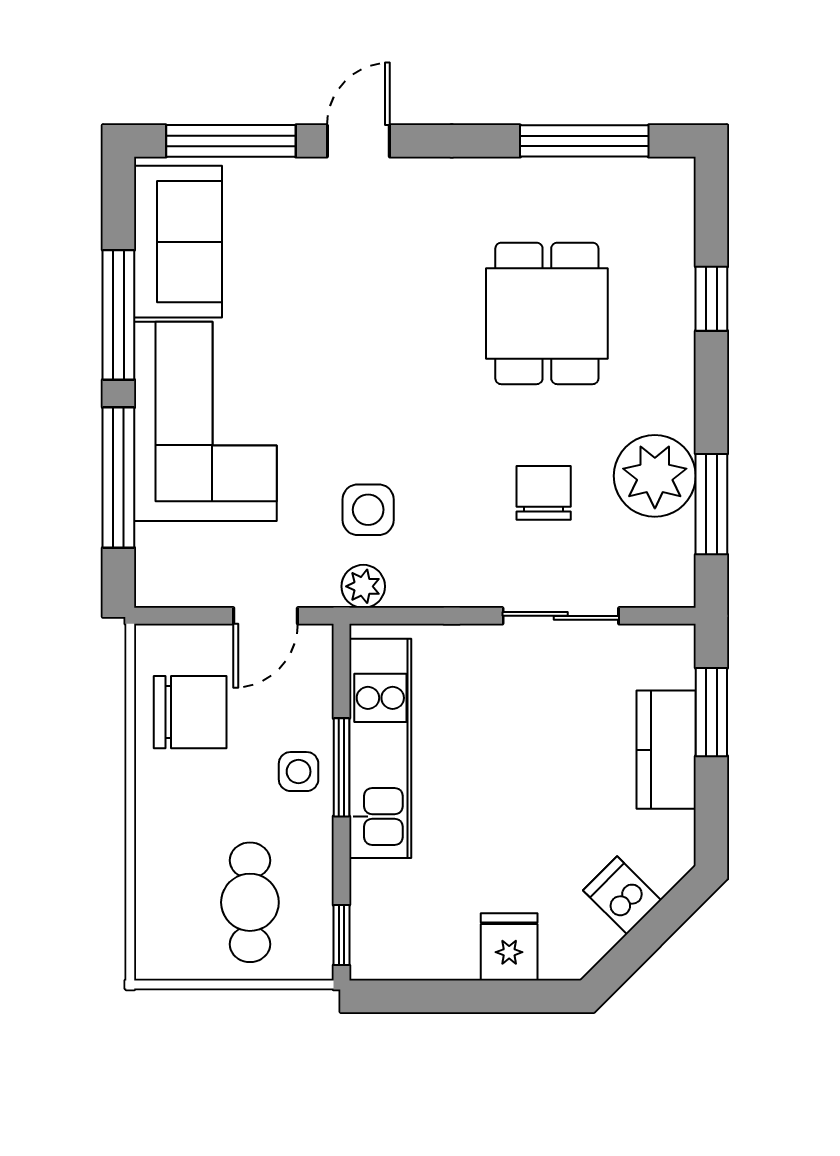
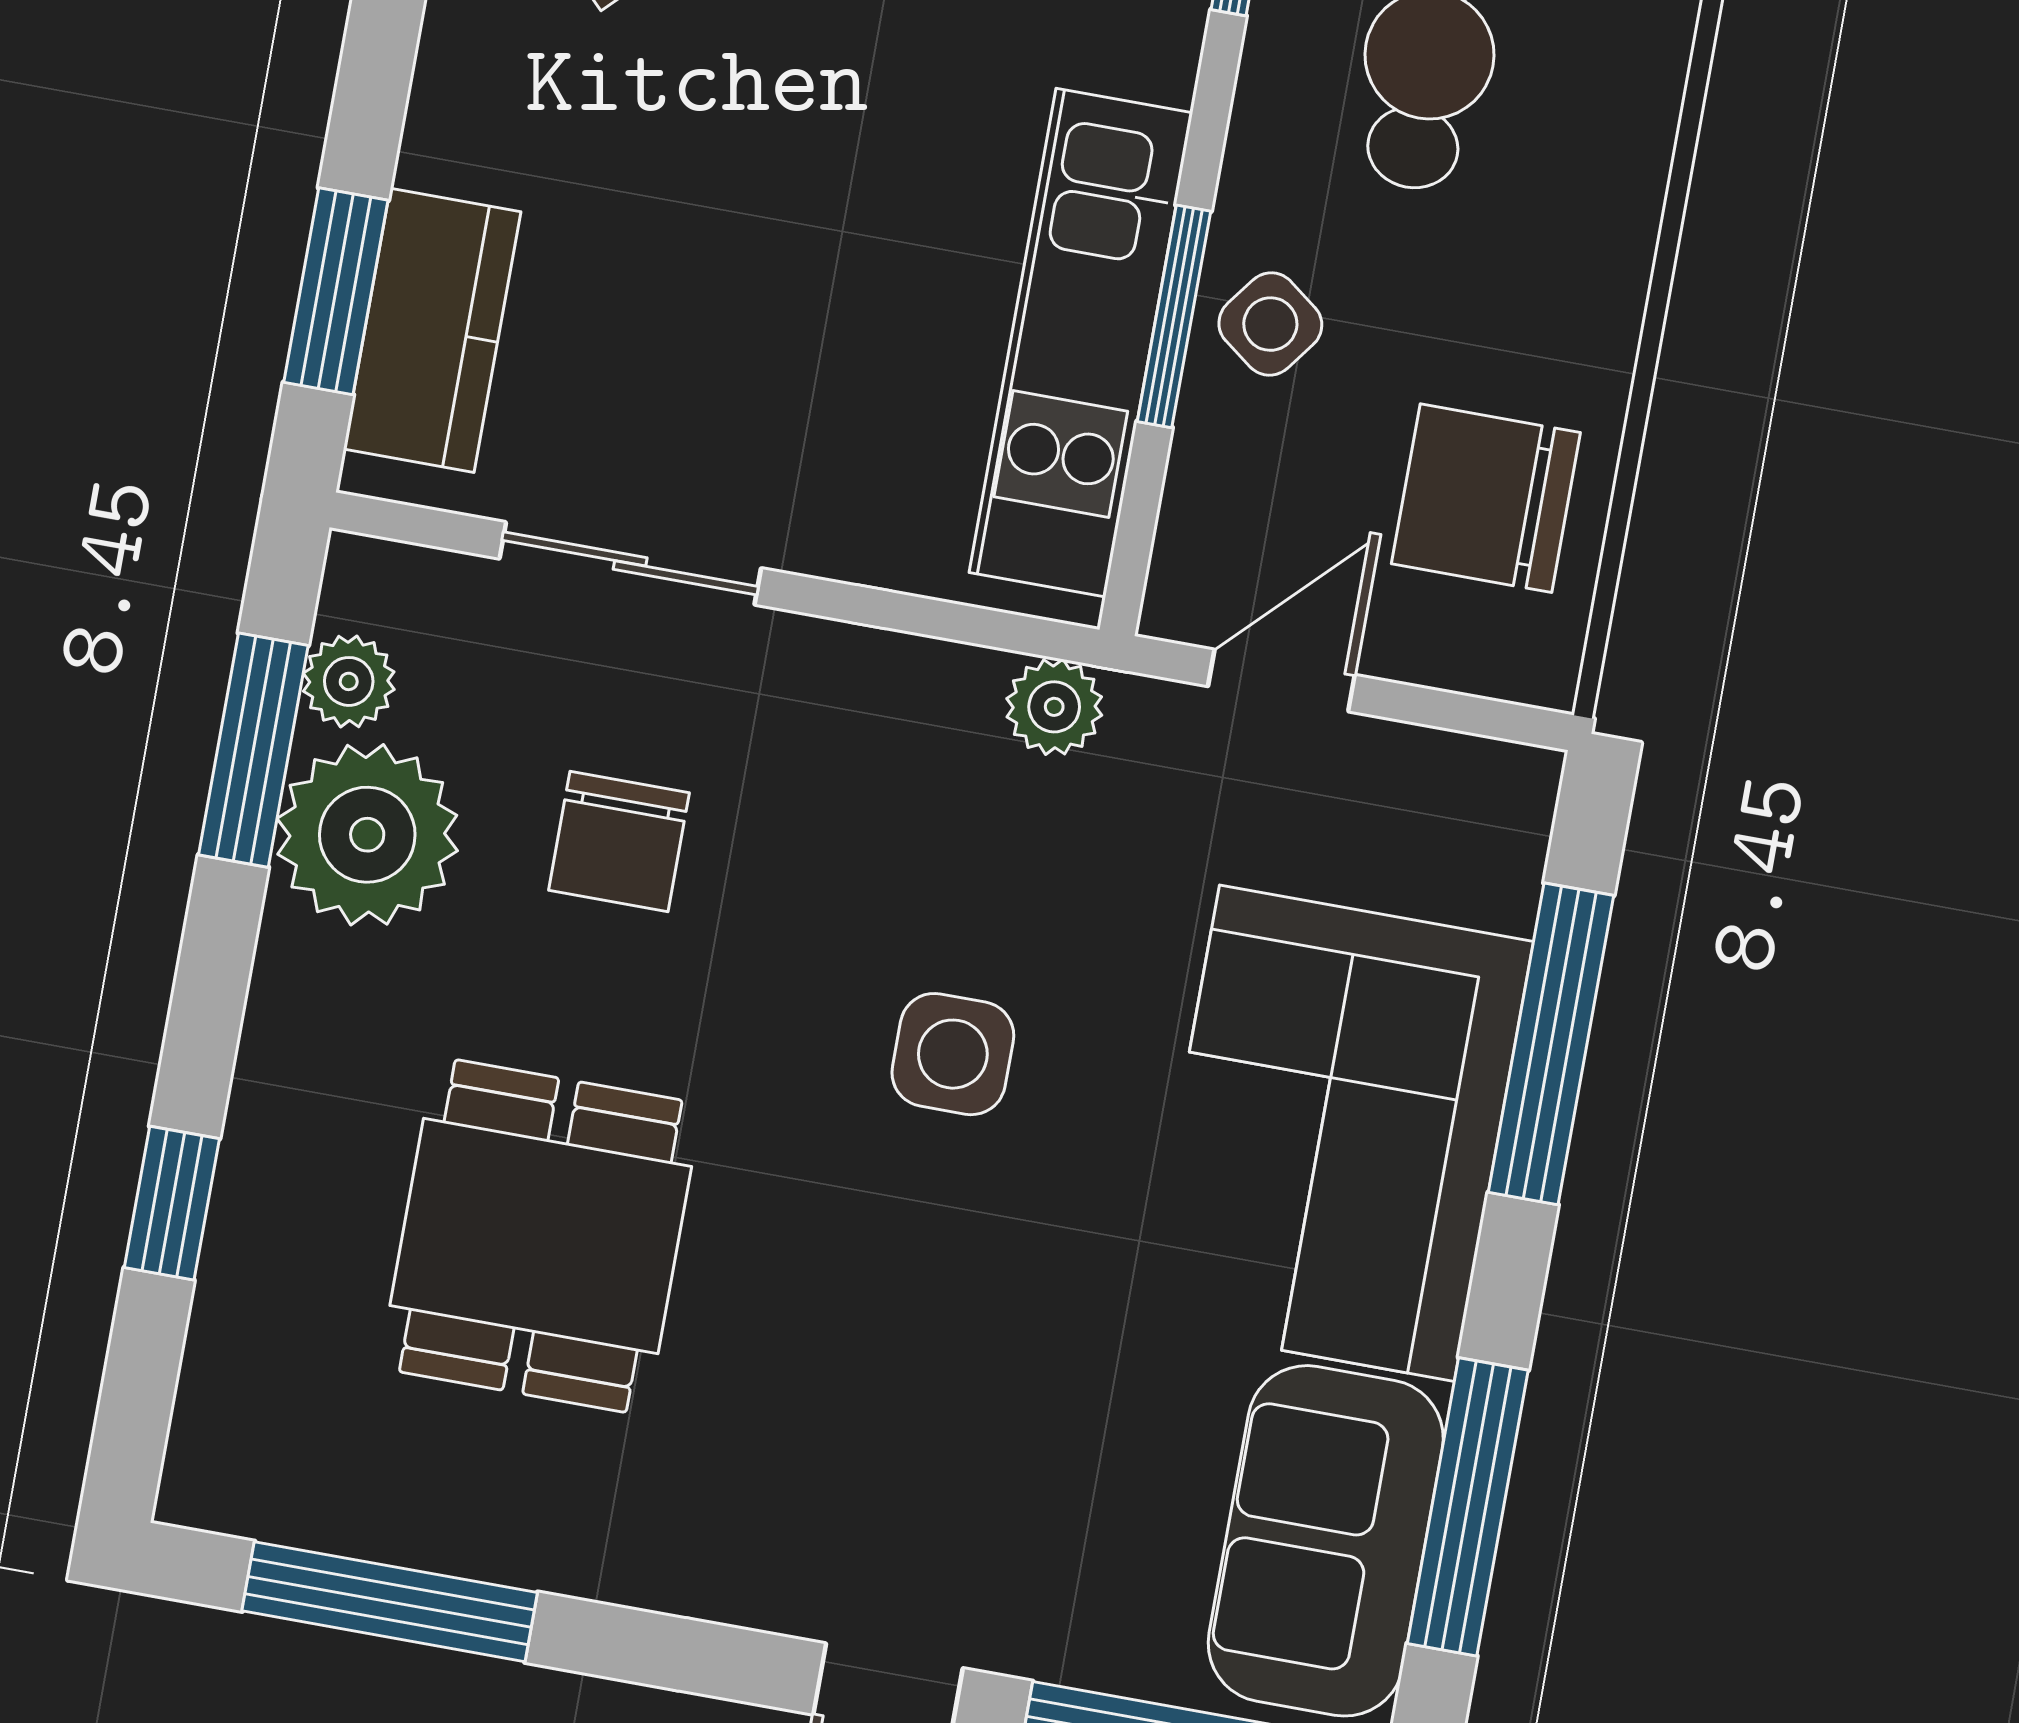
window: (118, 315) -> (1468, 1507), moved
side table: (368, 510) -> (953, 1054), moved
plant: (675, 542) -> (349, 681), added
kitchen counter: (666, 750) -> (432, 330), moved
side table: (299, 772) -> (1270, 324), turned 37

